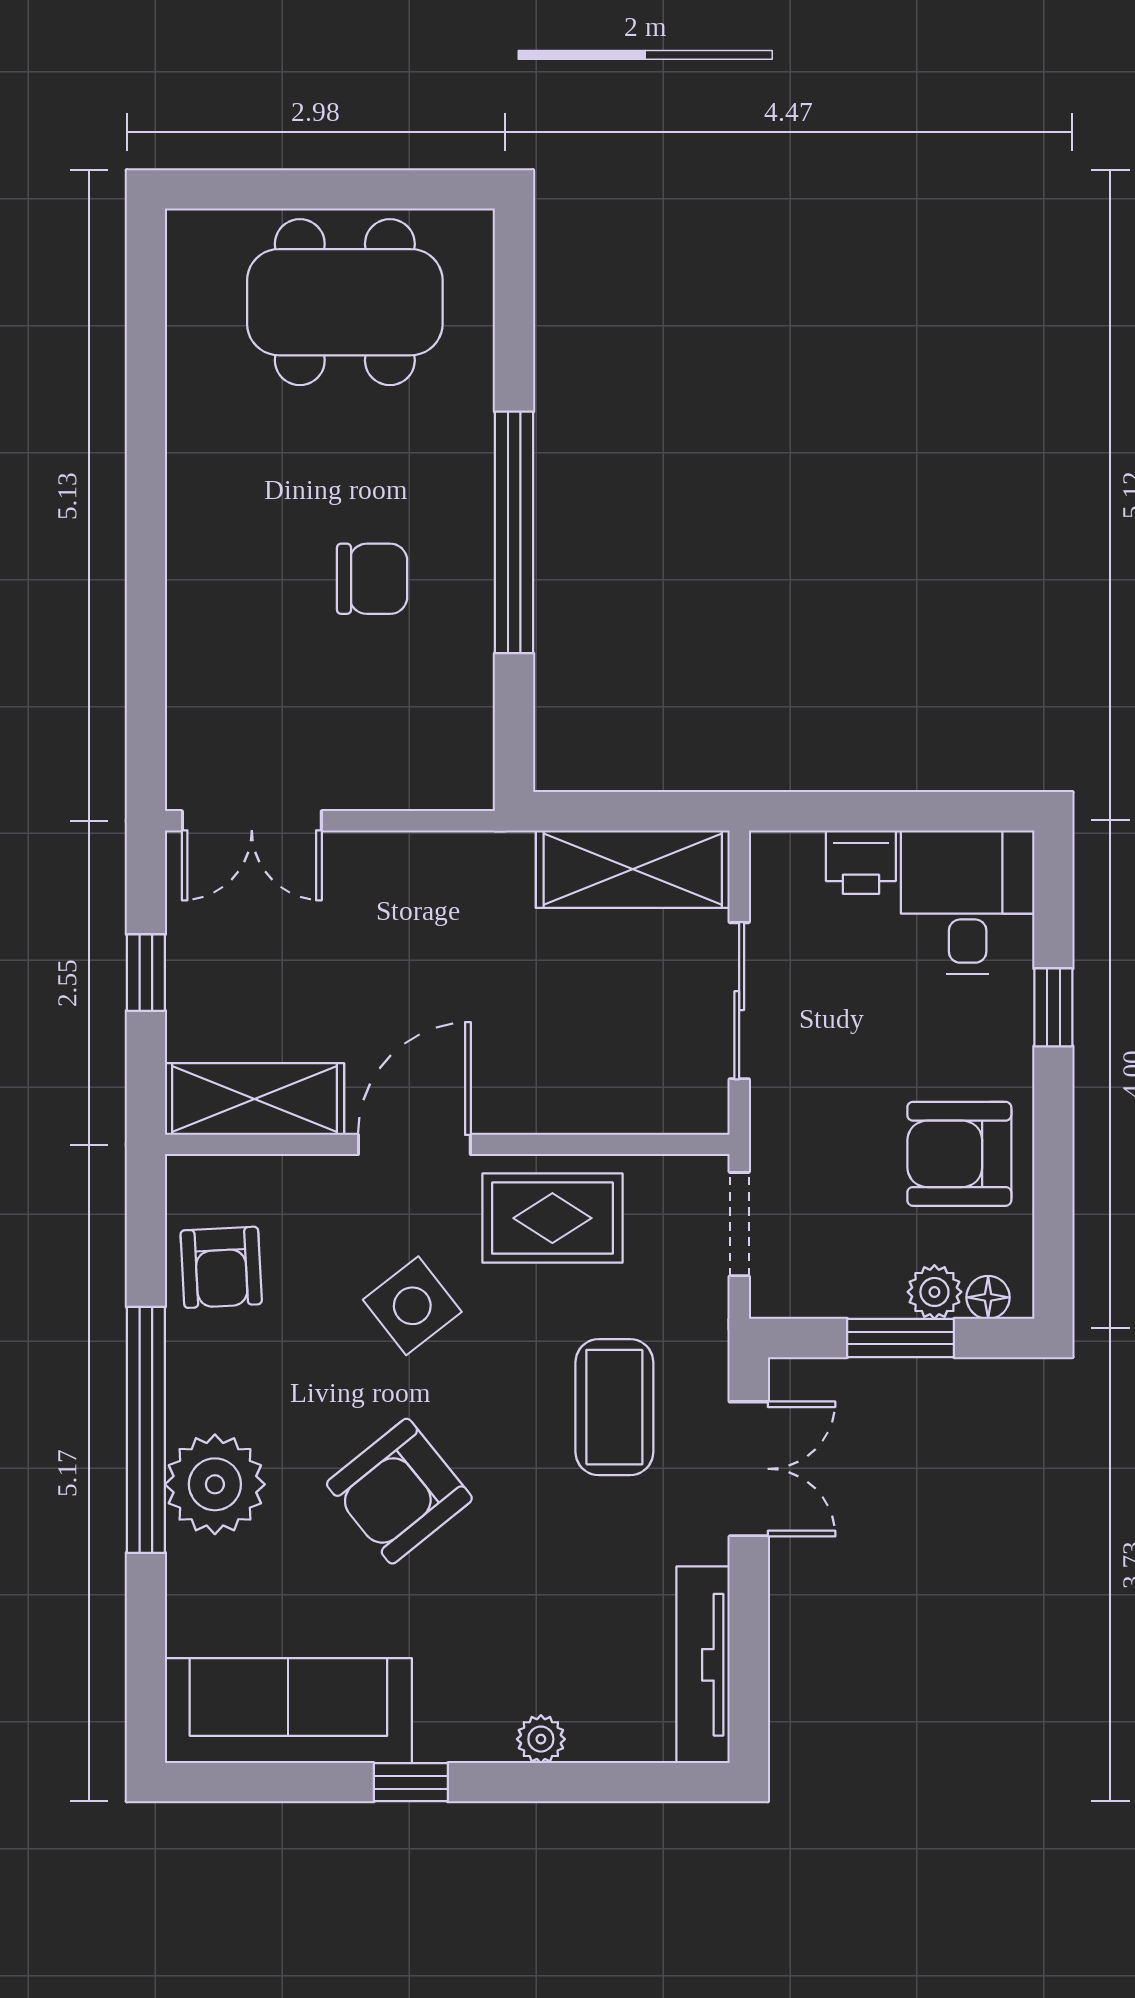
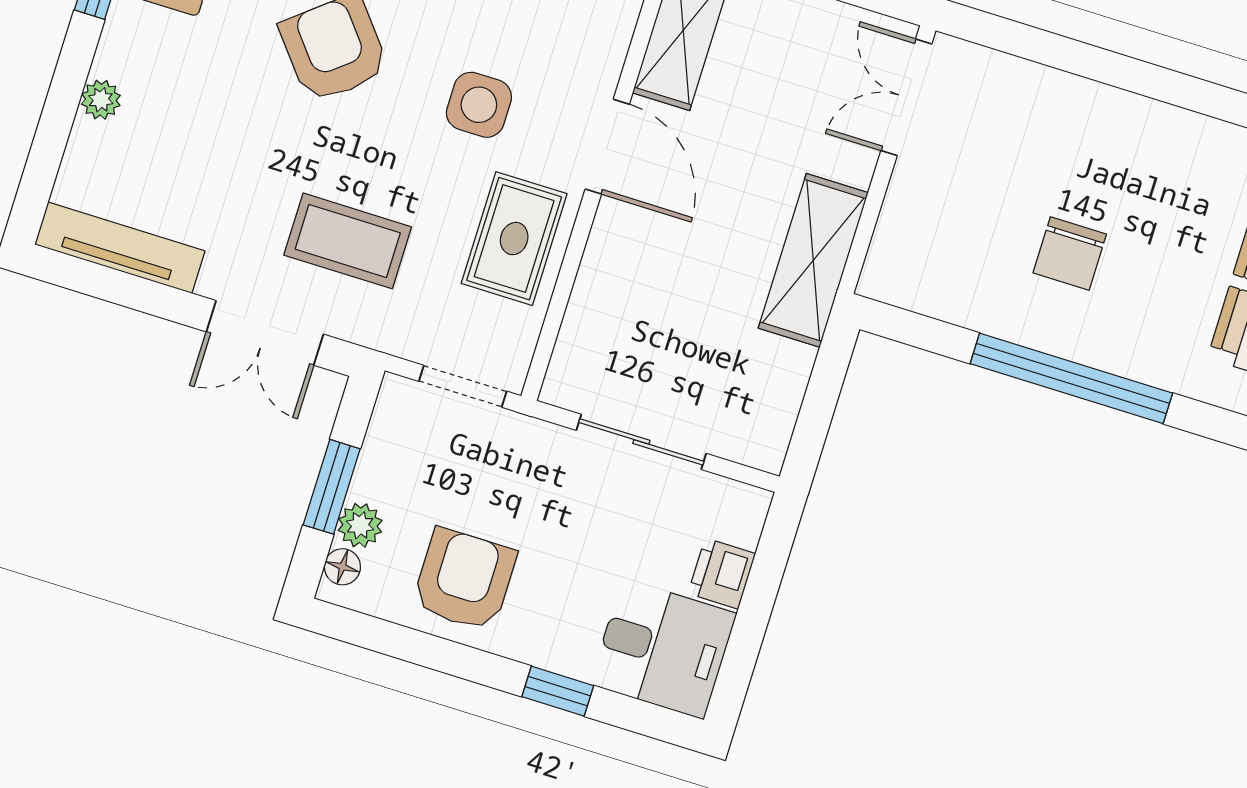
shelving: (633, 869) -> (813, 260), moved
side table: (412, 1306) -> (479, 105), turned 38

